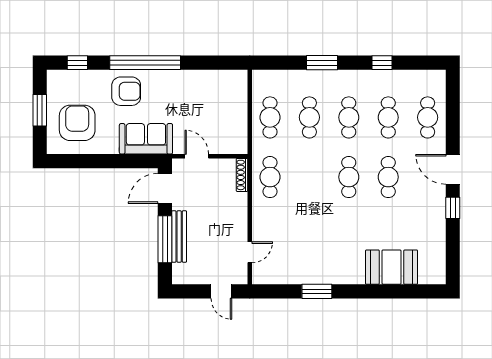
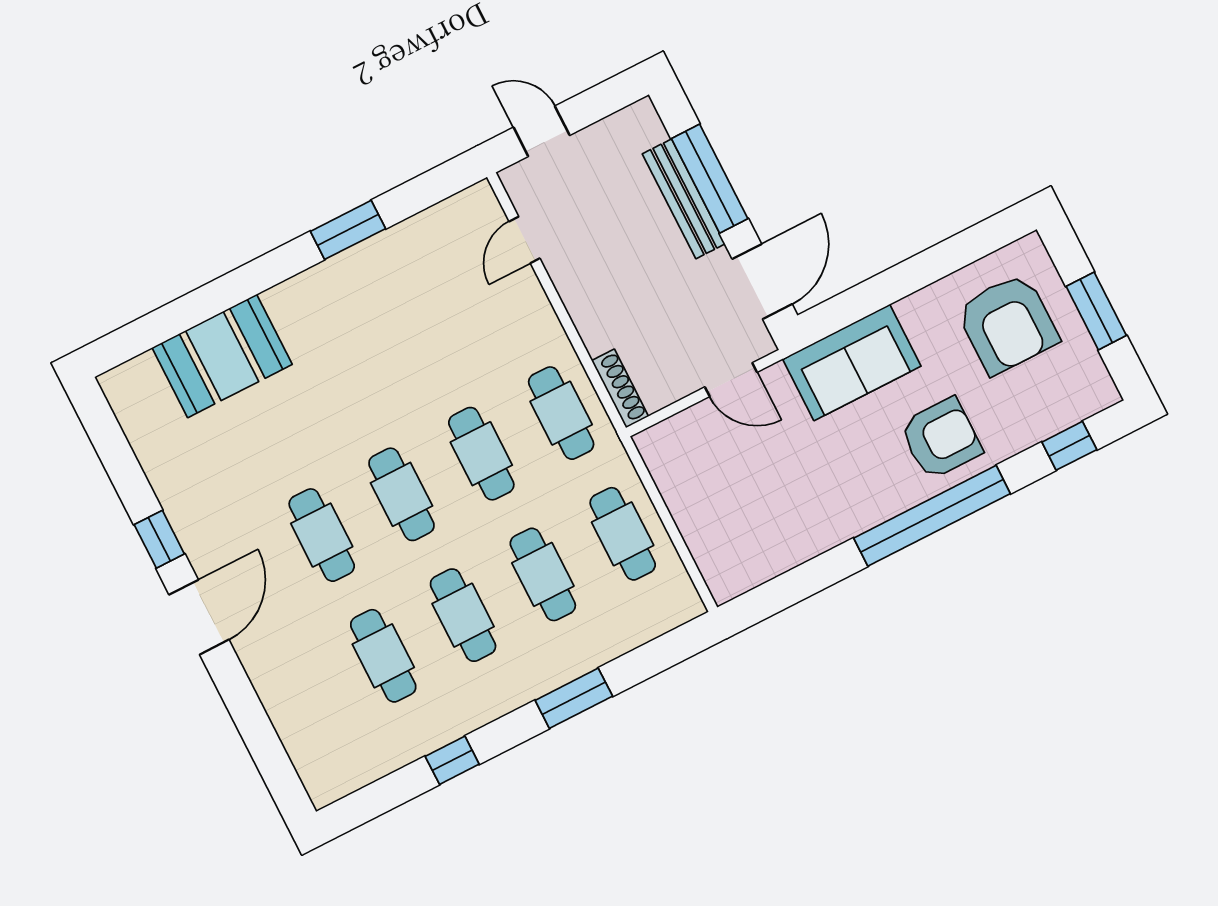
armchair: (126, 91) -> (941, 438), turned 180
cafe table: (428, 117) -> (481, 454), moved
door: (453, 169) -> (199, 617), hinge flipped

